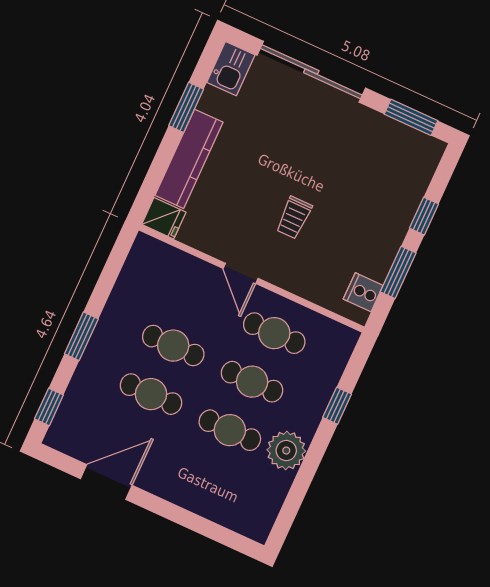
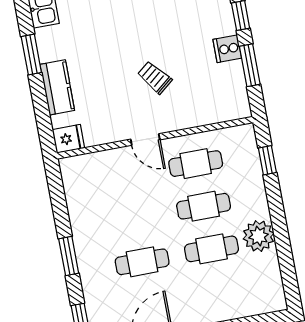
kitchen counter: (189, 159) -> (57, 87), width x0.67
trolley: (294, 218) -> (155, 77), turned 141
cooker: (363, 292) -> (227, 49), moved
cafe table: (173, 346) -> (134, 219), removed
window: (337, 406) -> (267, 160), moved

